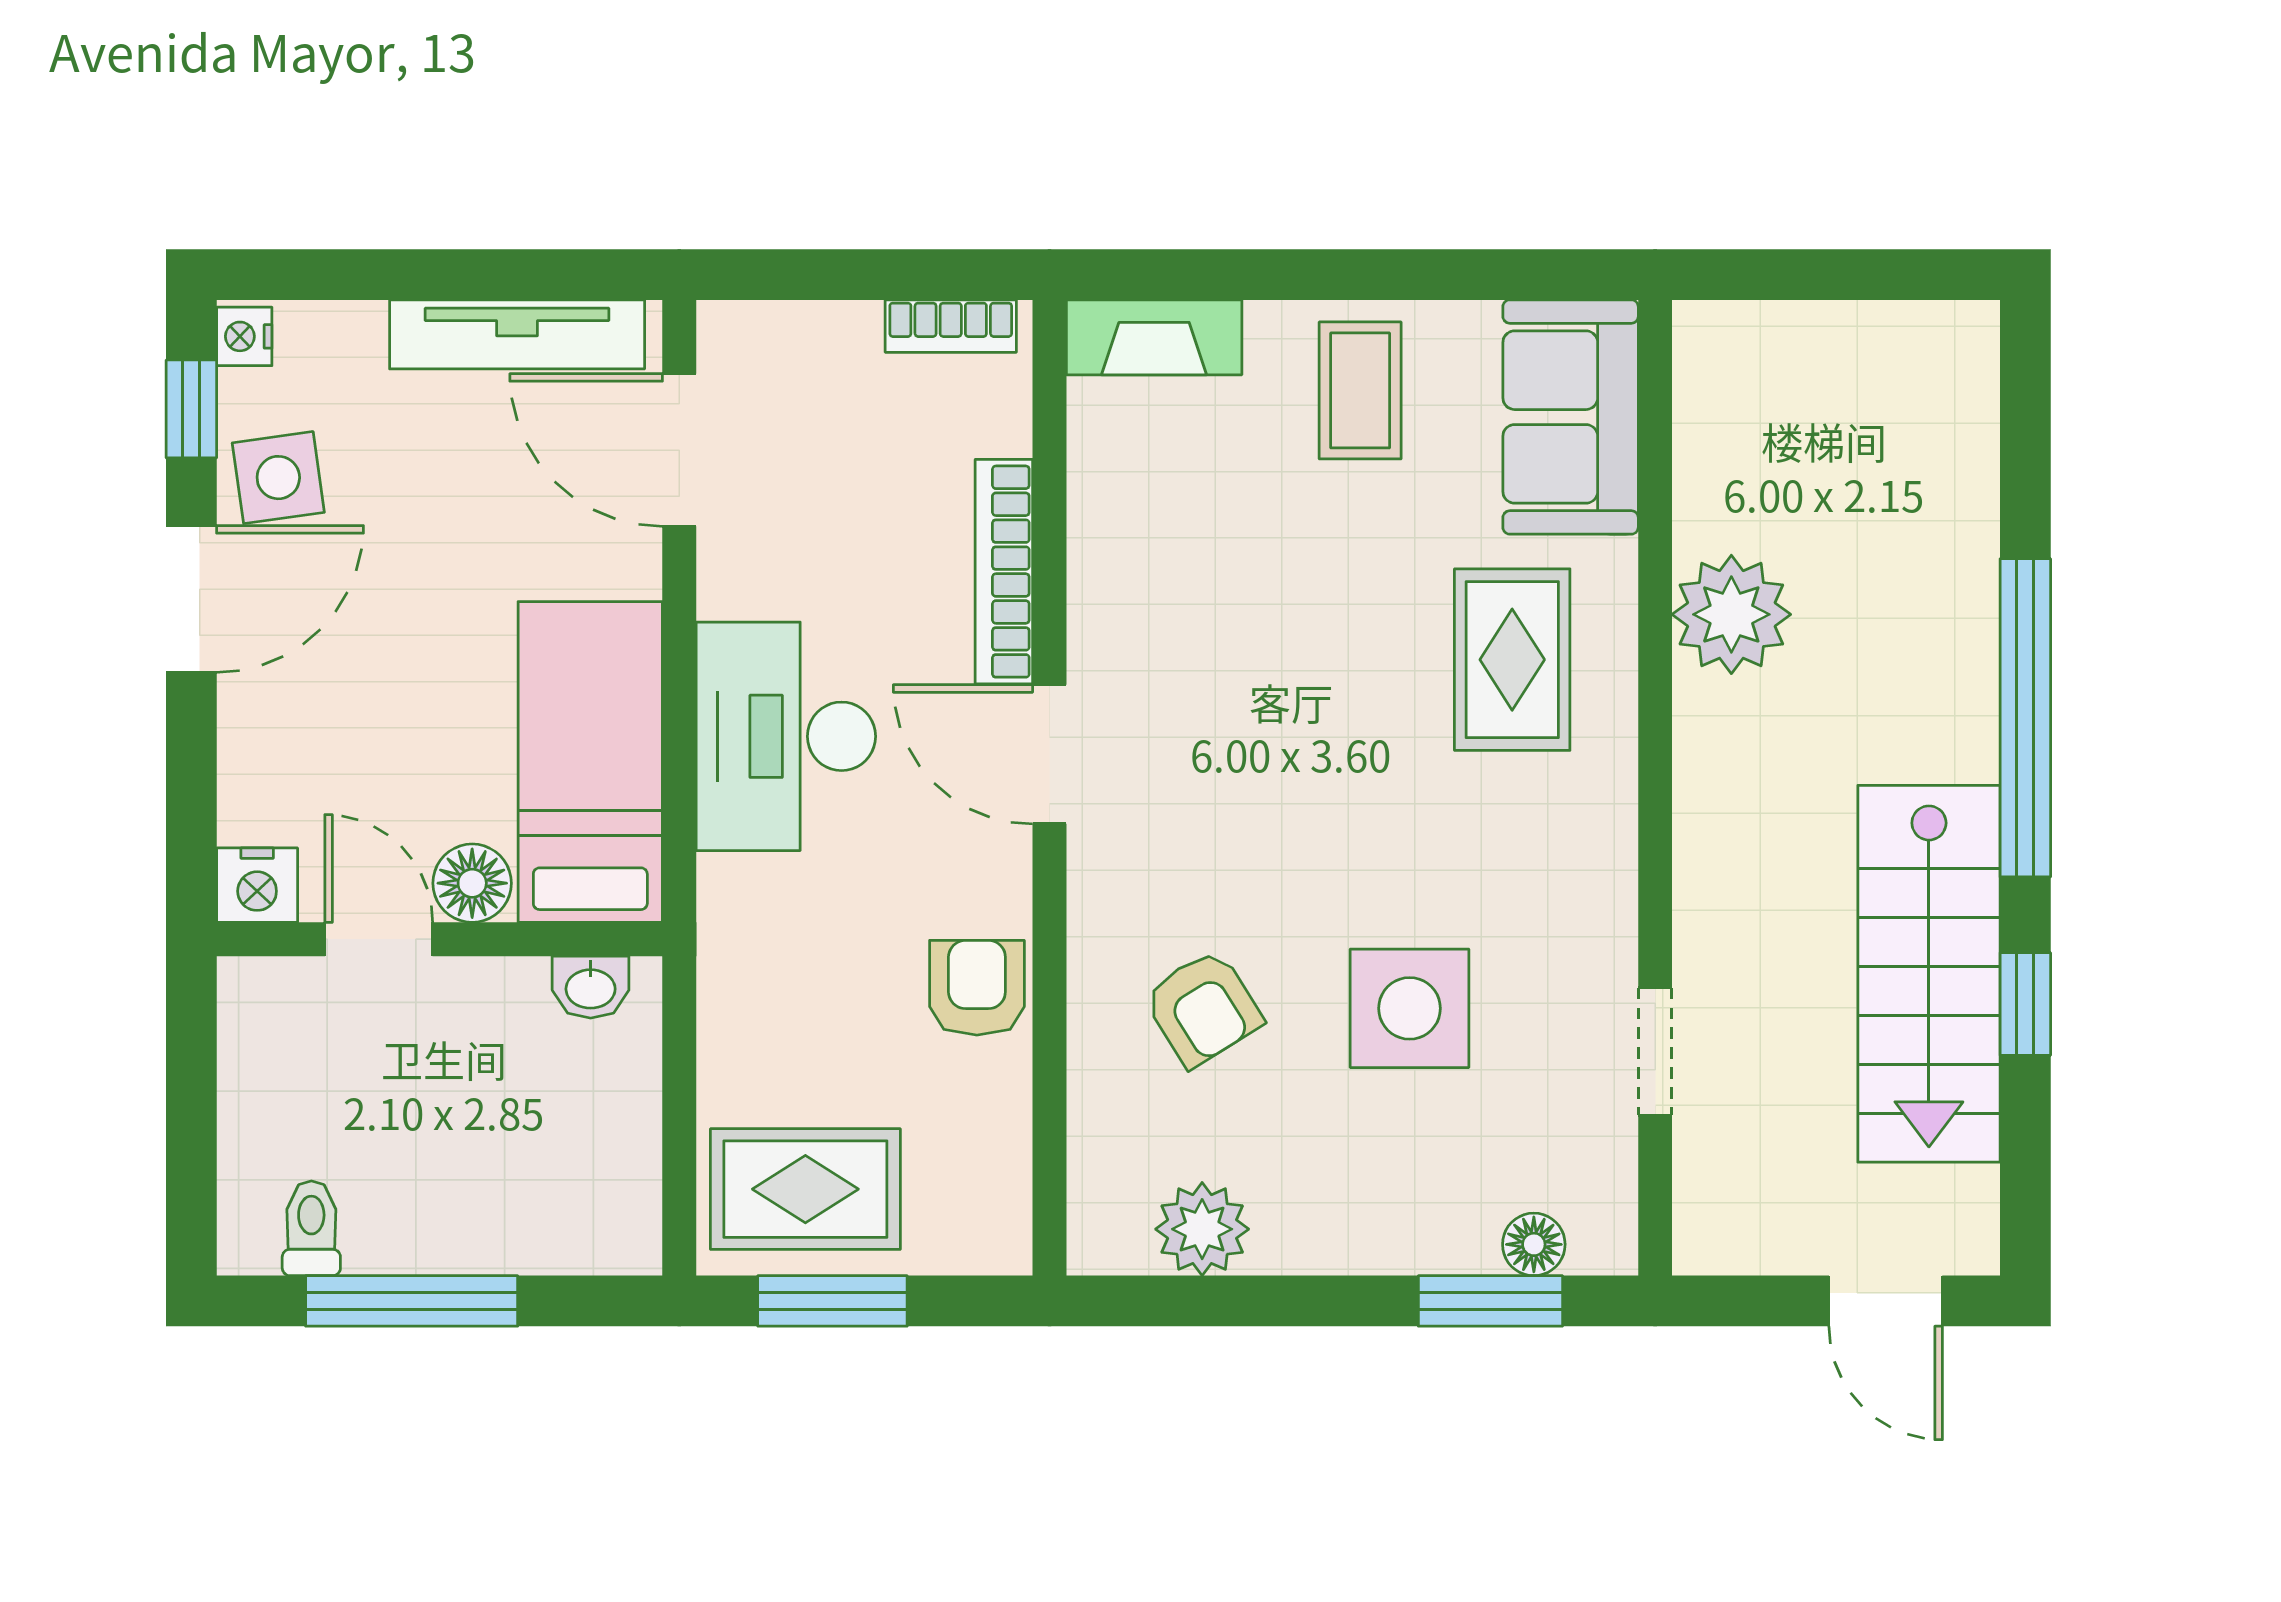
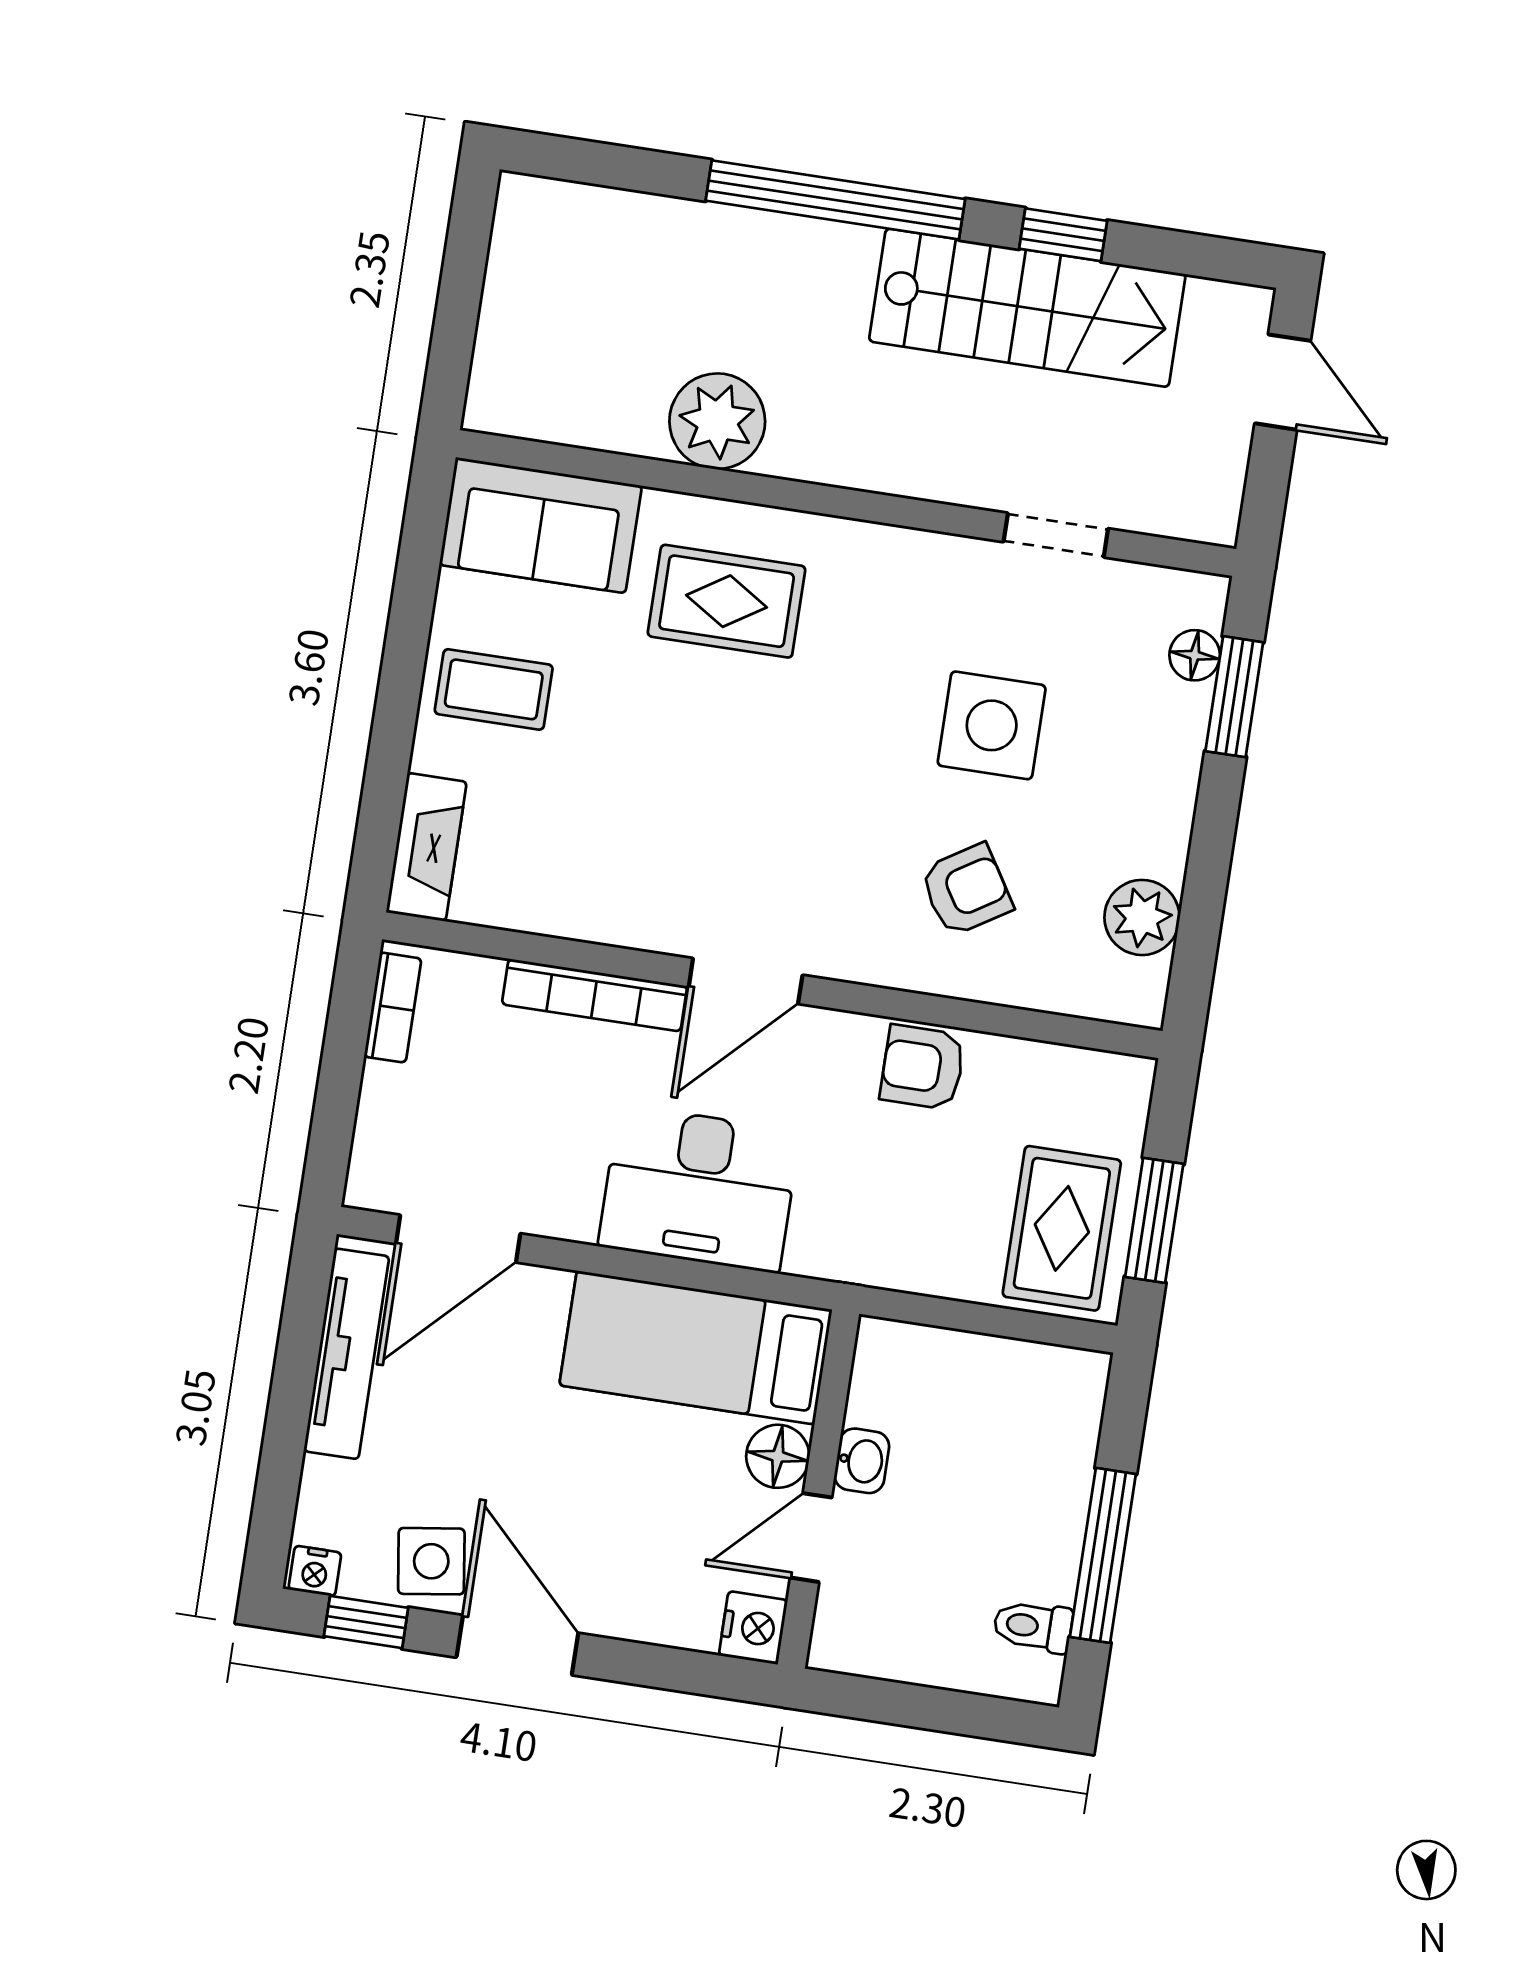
washbasin: (591, 987) -> (862, 1461), moved
door: (1886, 1301) -> (1283, 382), hinge flipped

